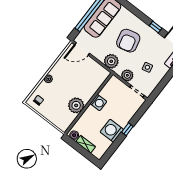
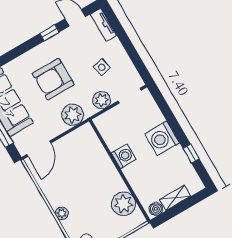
armchair: (128, 41) -> (53, 79), turned 104
plant: (76, 105) -> (123, 204), moved
window: (127, 129) -> (191, 154), moved
washing machine: (112, 131) -> (162, 138), moved

